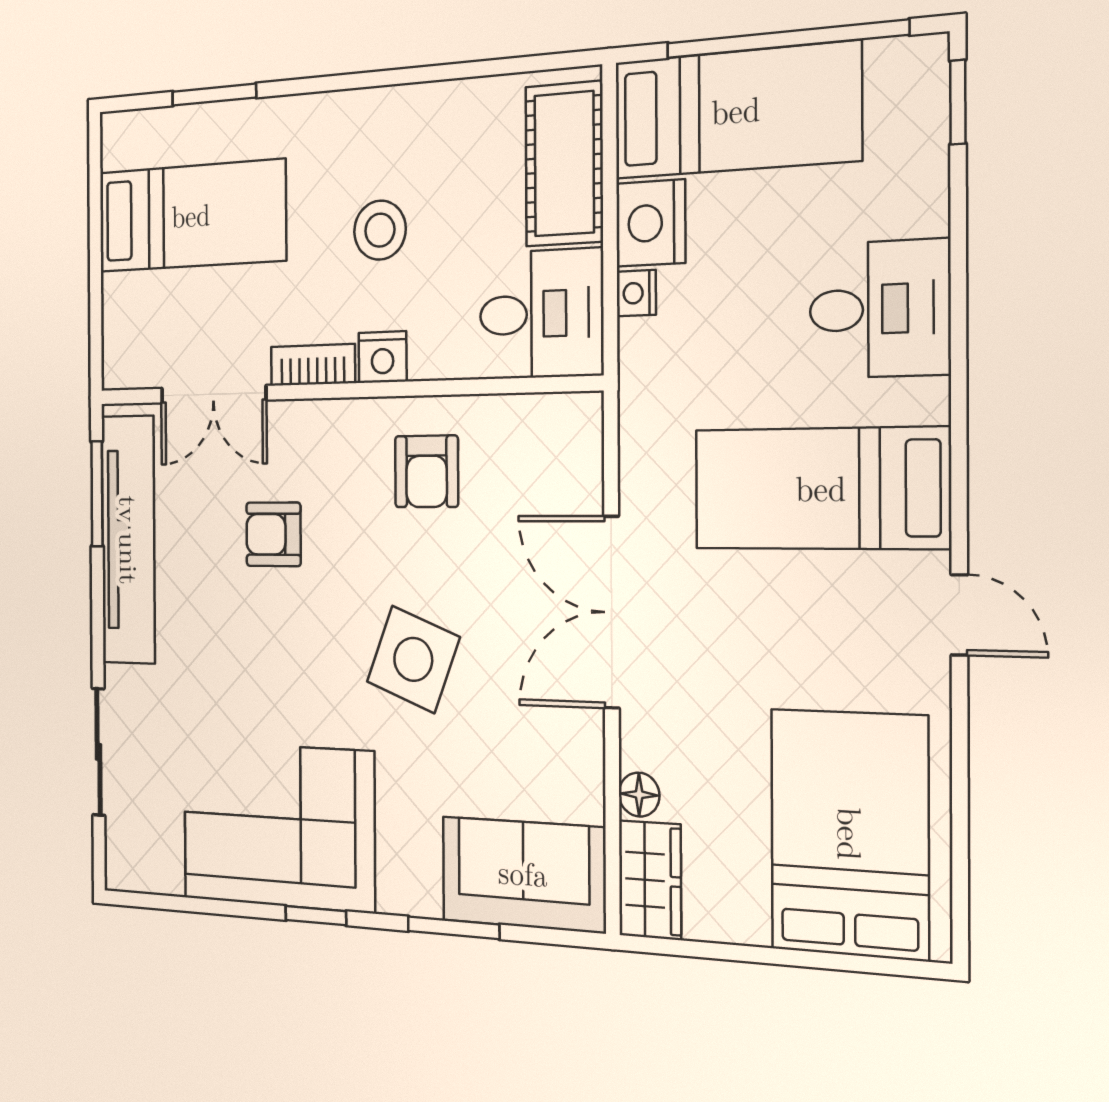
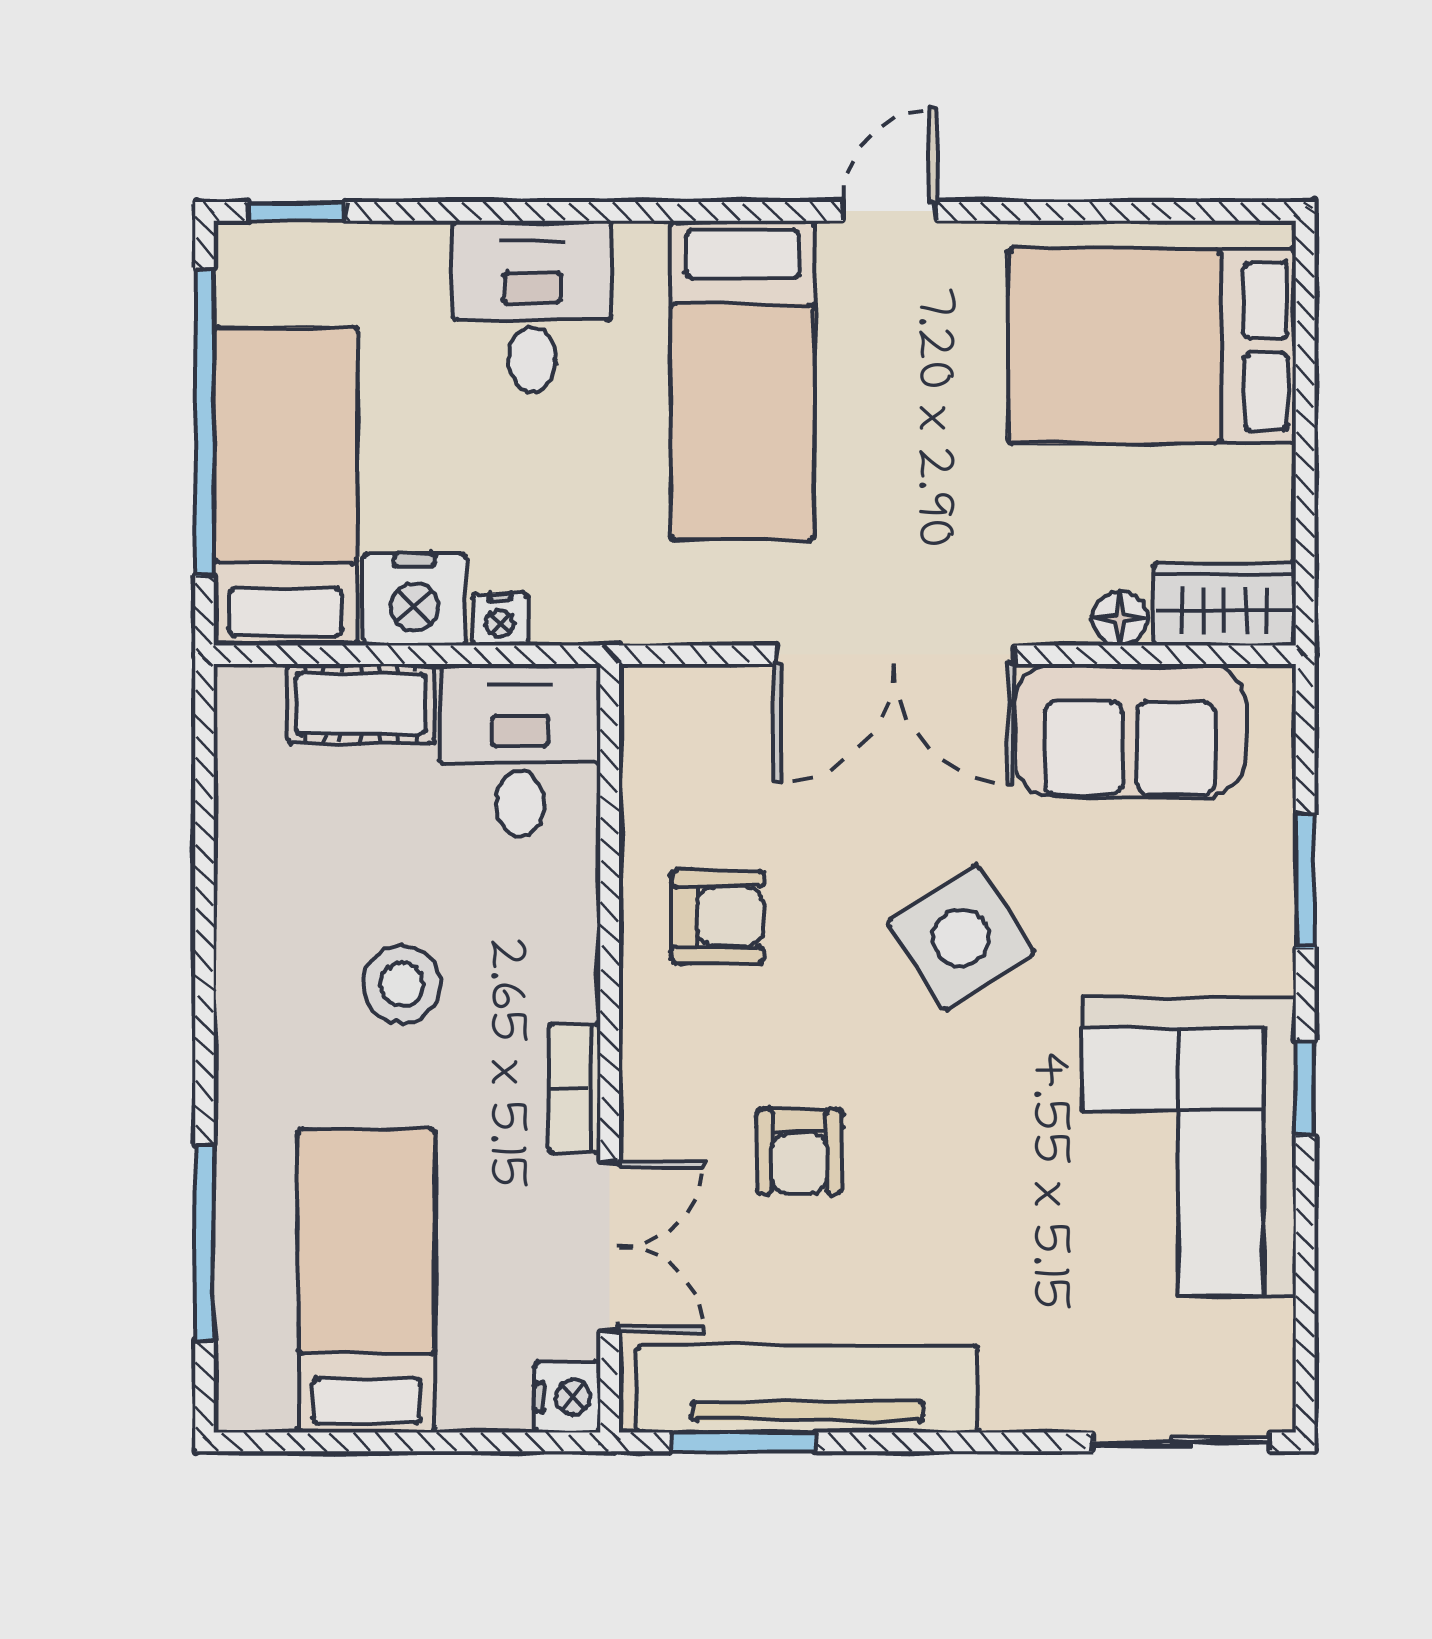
window: (214, 95) -> (205, 1243), width x1.44
cot: (564, 164) -> (361, 704), width x0.73, depth x0.75
nightstand: (383, 357) -> (568, 1397), moved
side table: (413, 659) -> (961, 938), turned 36
sliding door: (98, 752) -> (1181, 1442), moved
sofa: (523, 874) -> (1130, 731), moved, turned -90

